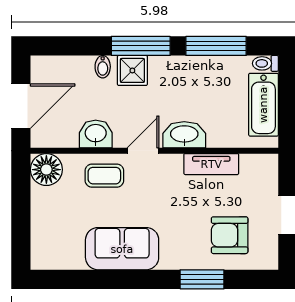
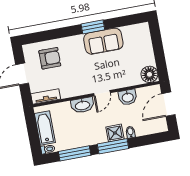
tv unit: (211, 164) -> (46, 96), moved
coffee table: (104, 176) -> (119, 77), removed
window: (202, 279) -> (93, 27), moved

